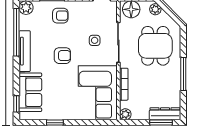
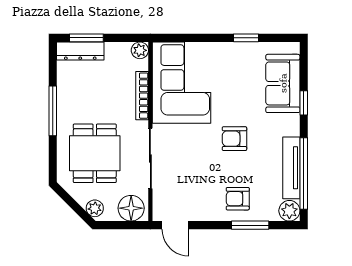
side table: (95, 40) -> (186, 162), removed
tv unit: (25, 51) -> (291, 168), moved
window: (16, 104) -> (304, 103), moved

